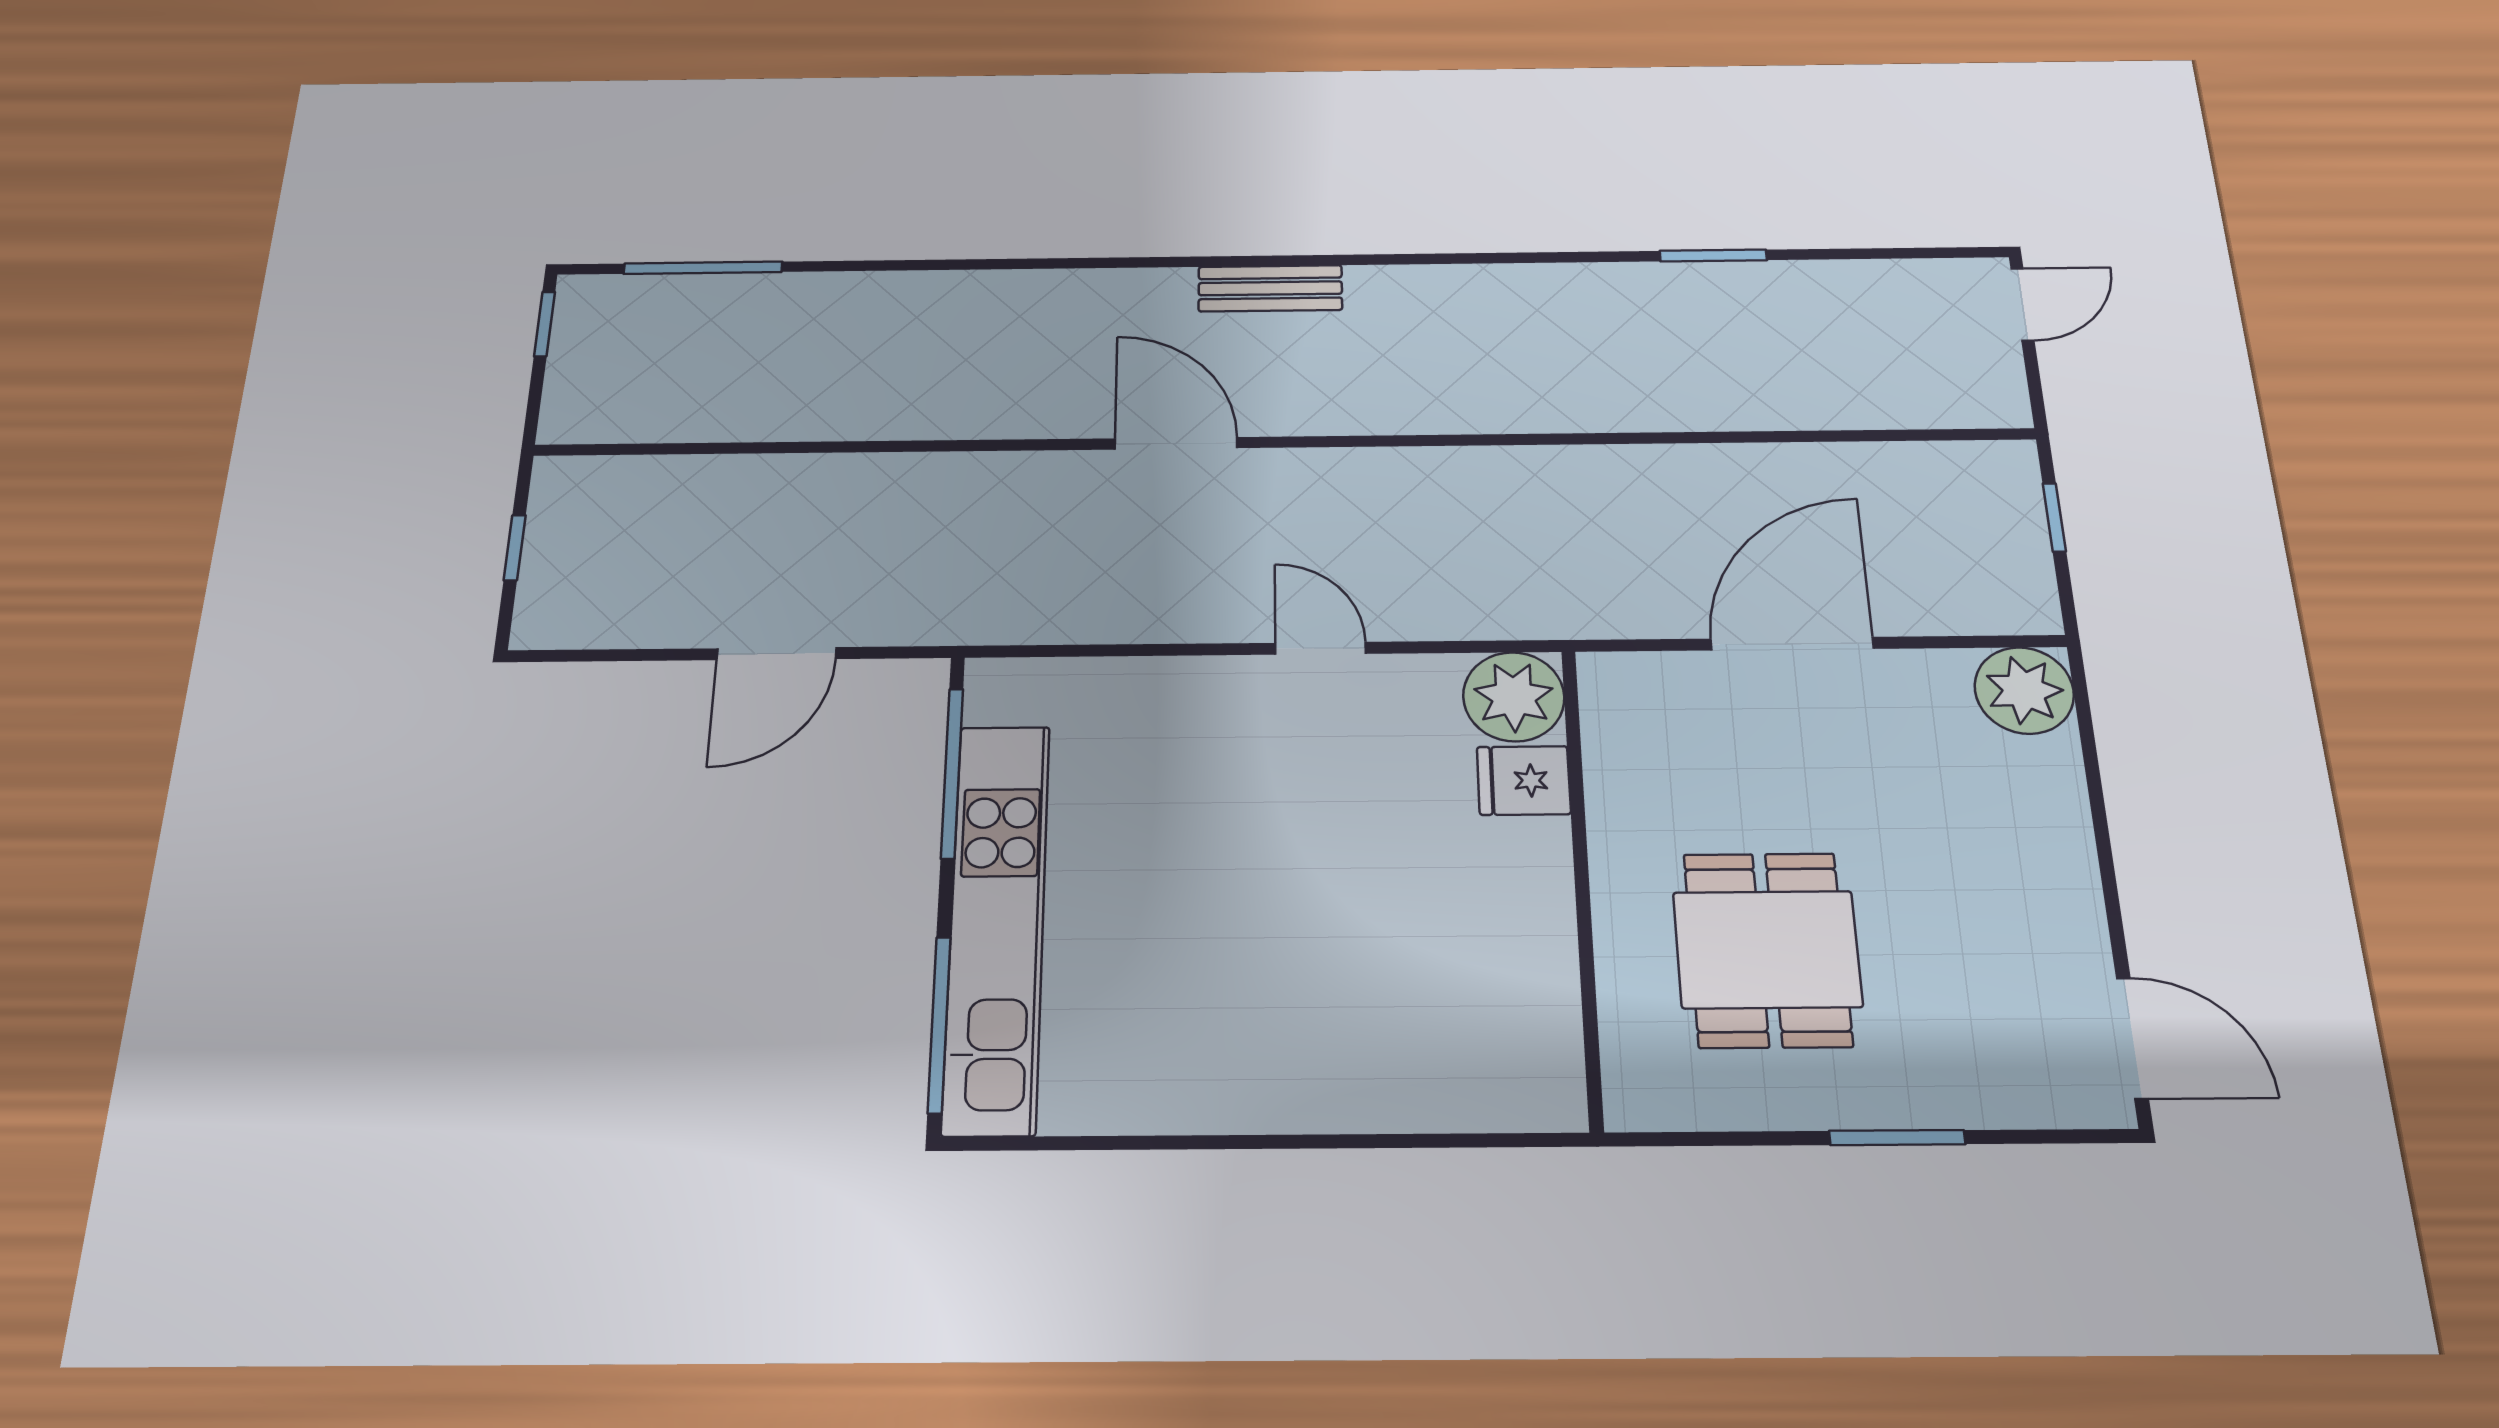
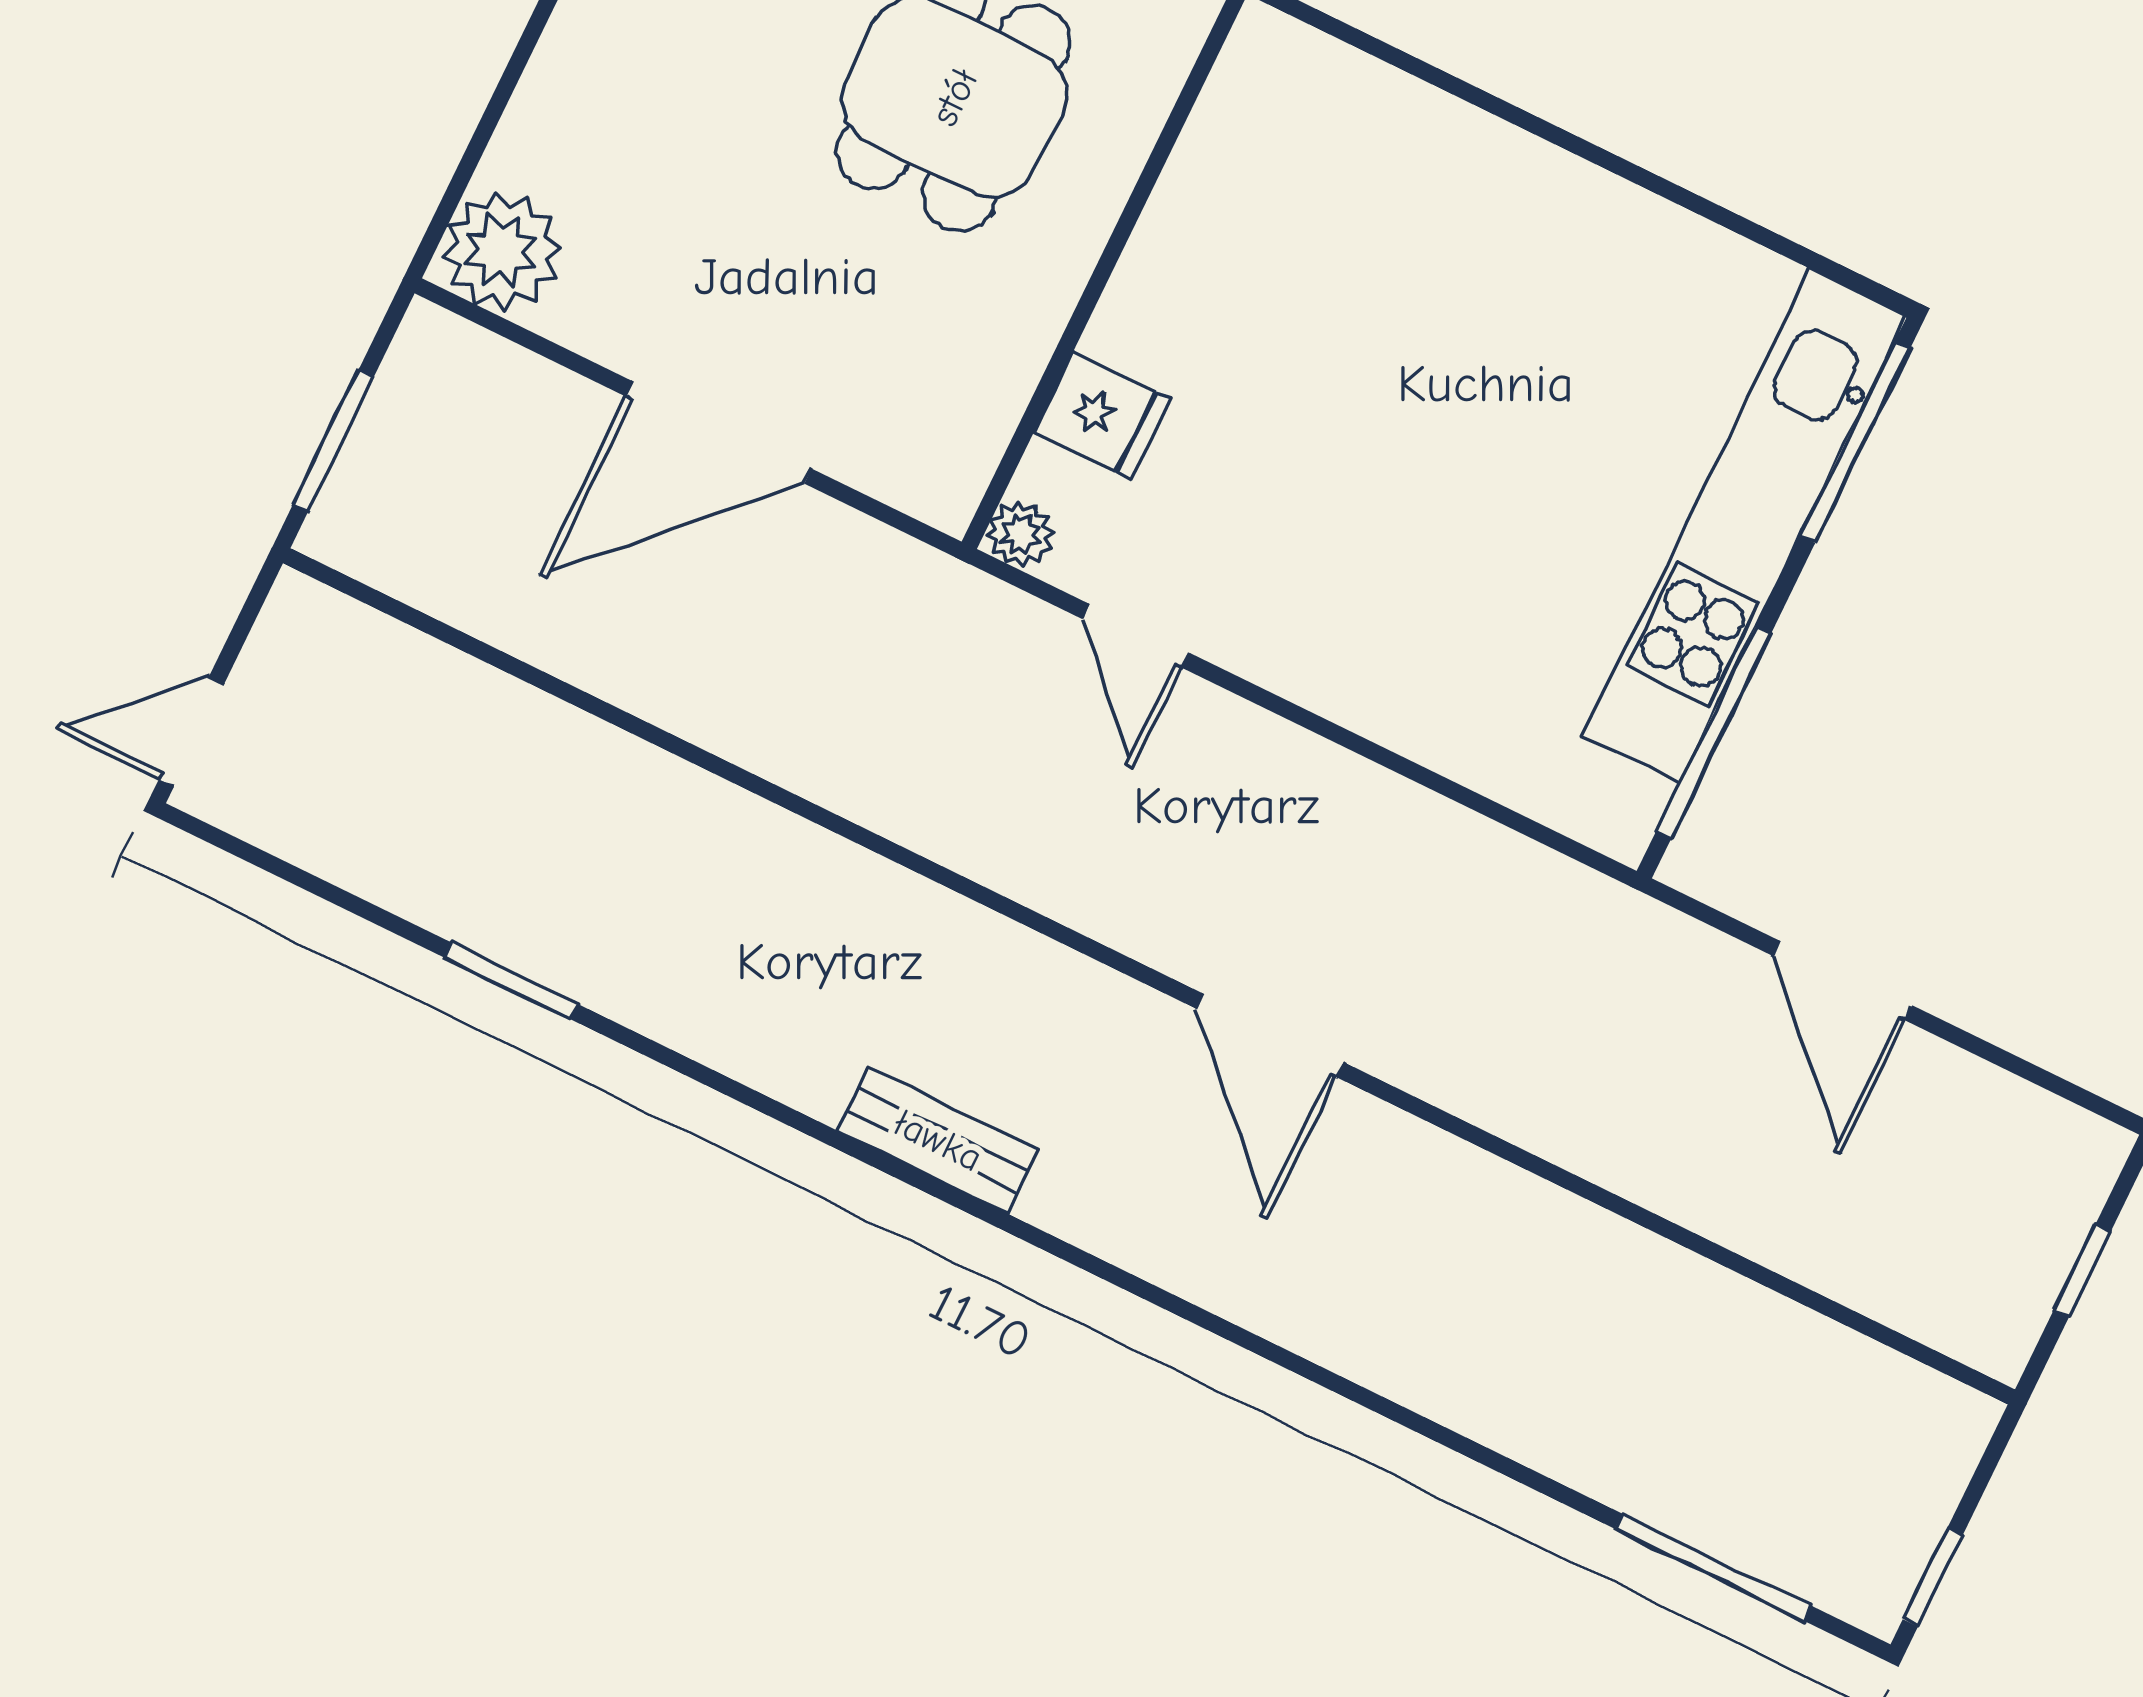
bench: (1270, 288) -> (938, 1140), moved
window: (2054, 517) -> (333, 441), width x1.50
door: (1320, 648) -> (1136, 636), moved
door: (776, 654) -> (1843, 981), swing flipped
plant: (1514, 697) -> (1020, 534), width x0.53, depth x0.53

